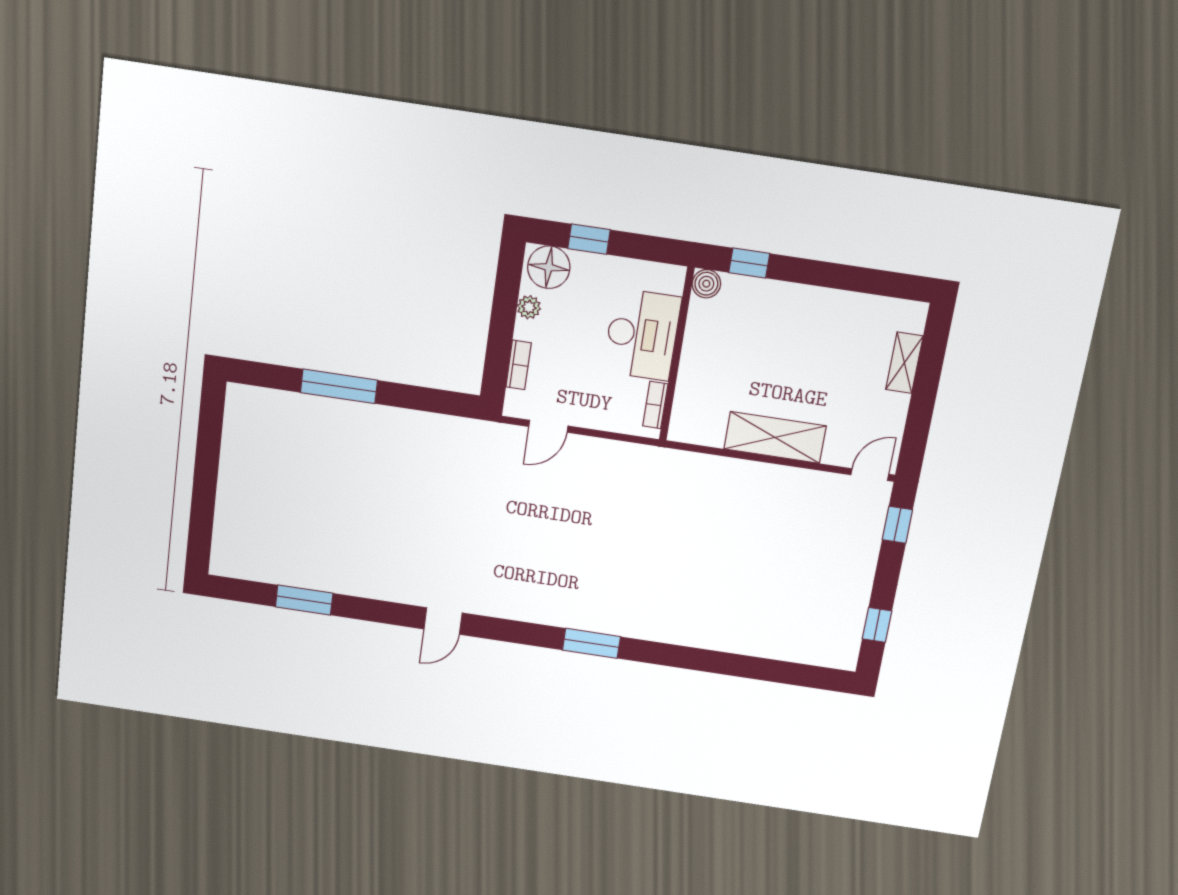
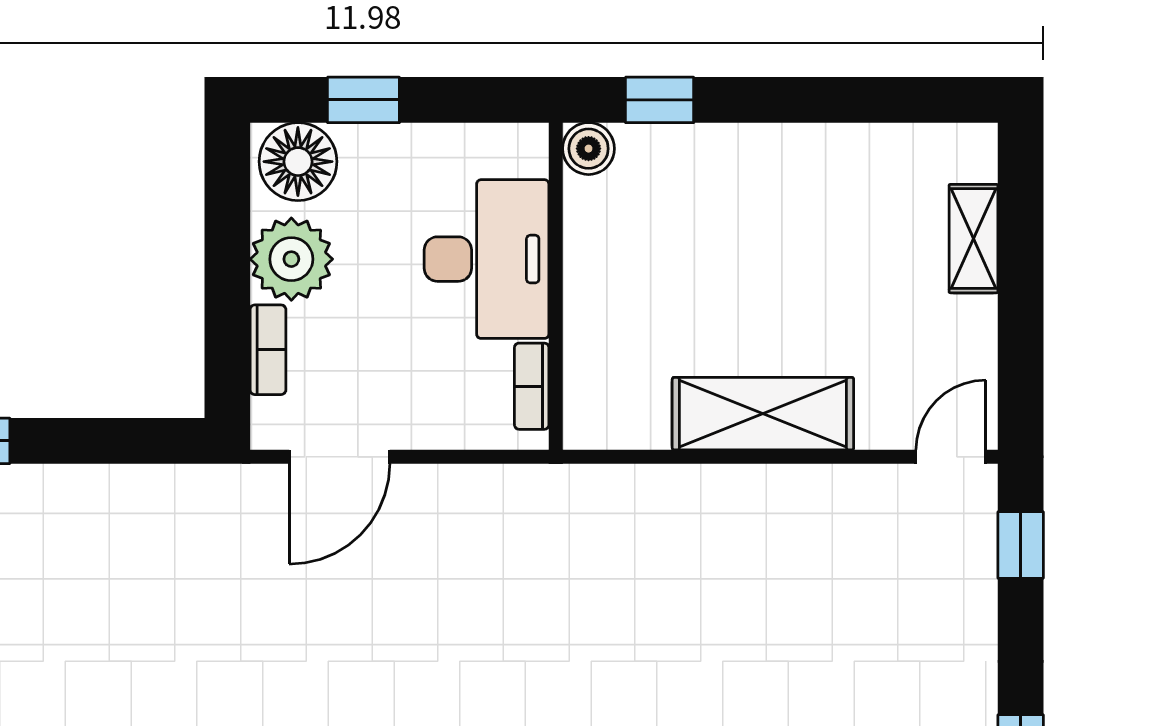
plant: (529, 307) -> (291, 259), width x1.87, depth x1.87
door: (548, 426) -> (340, 457), width x1.38

